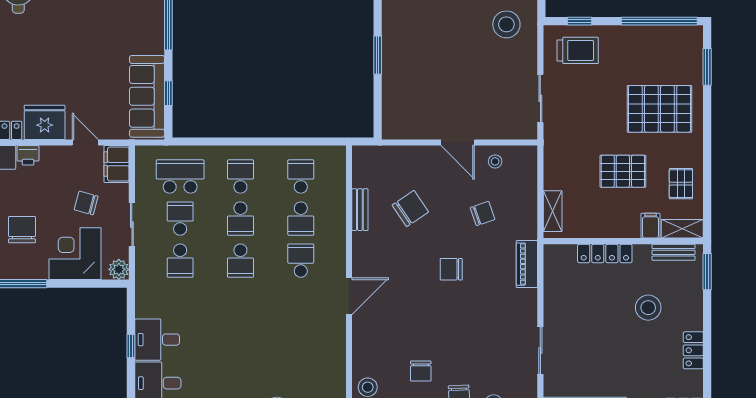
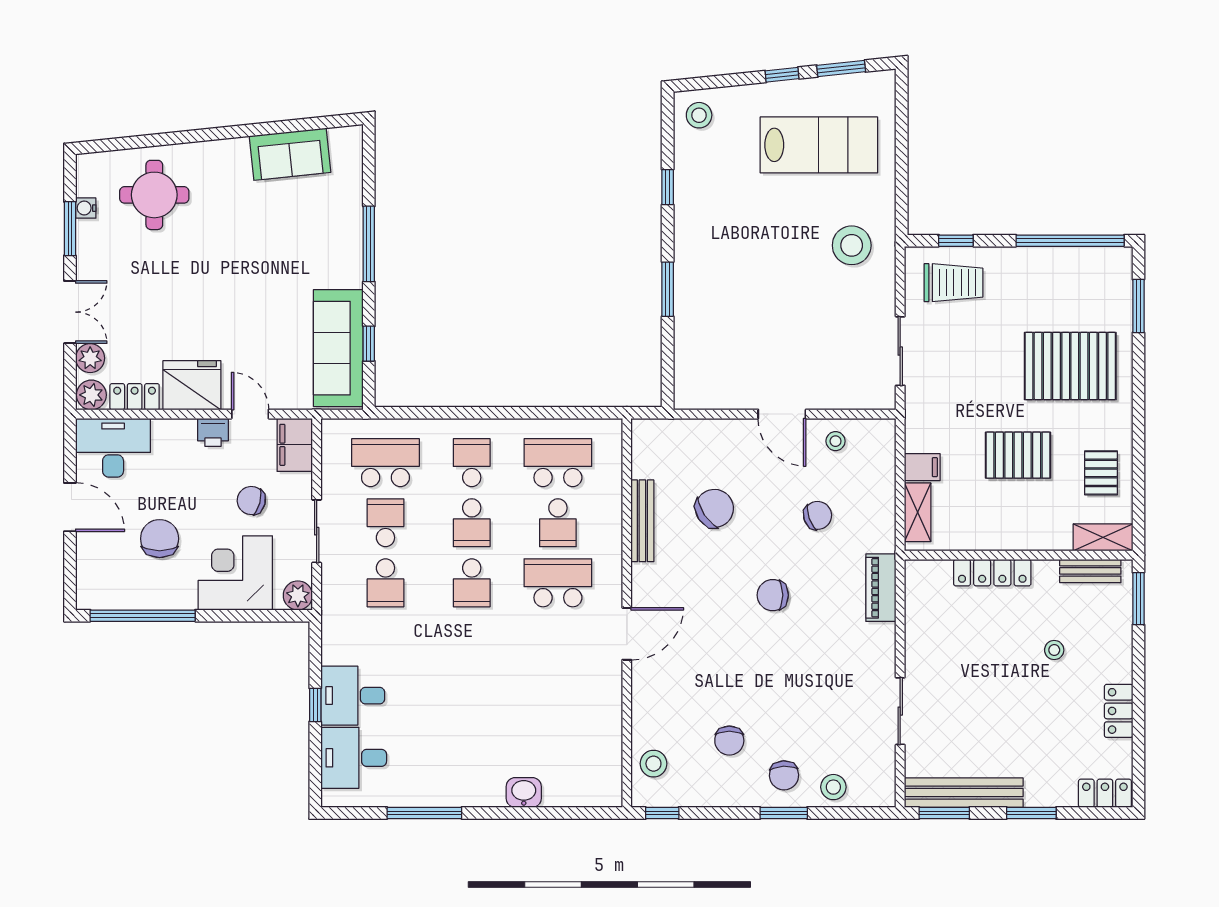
printer: (28, 155) -> (213, 432), moved
school desk: (301, 177) -> (558, 463), width x1.85
bench: (360, 210) -> (642, 521), width x1.36
filing cabinet: (650, 226) -> (922, 467), moved, turned 90
school desk: (301, 261) -> (558, 583), width x1.85
stool: (648, 308) -> (1054, 650), width x0.53, depth x0.53

